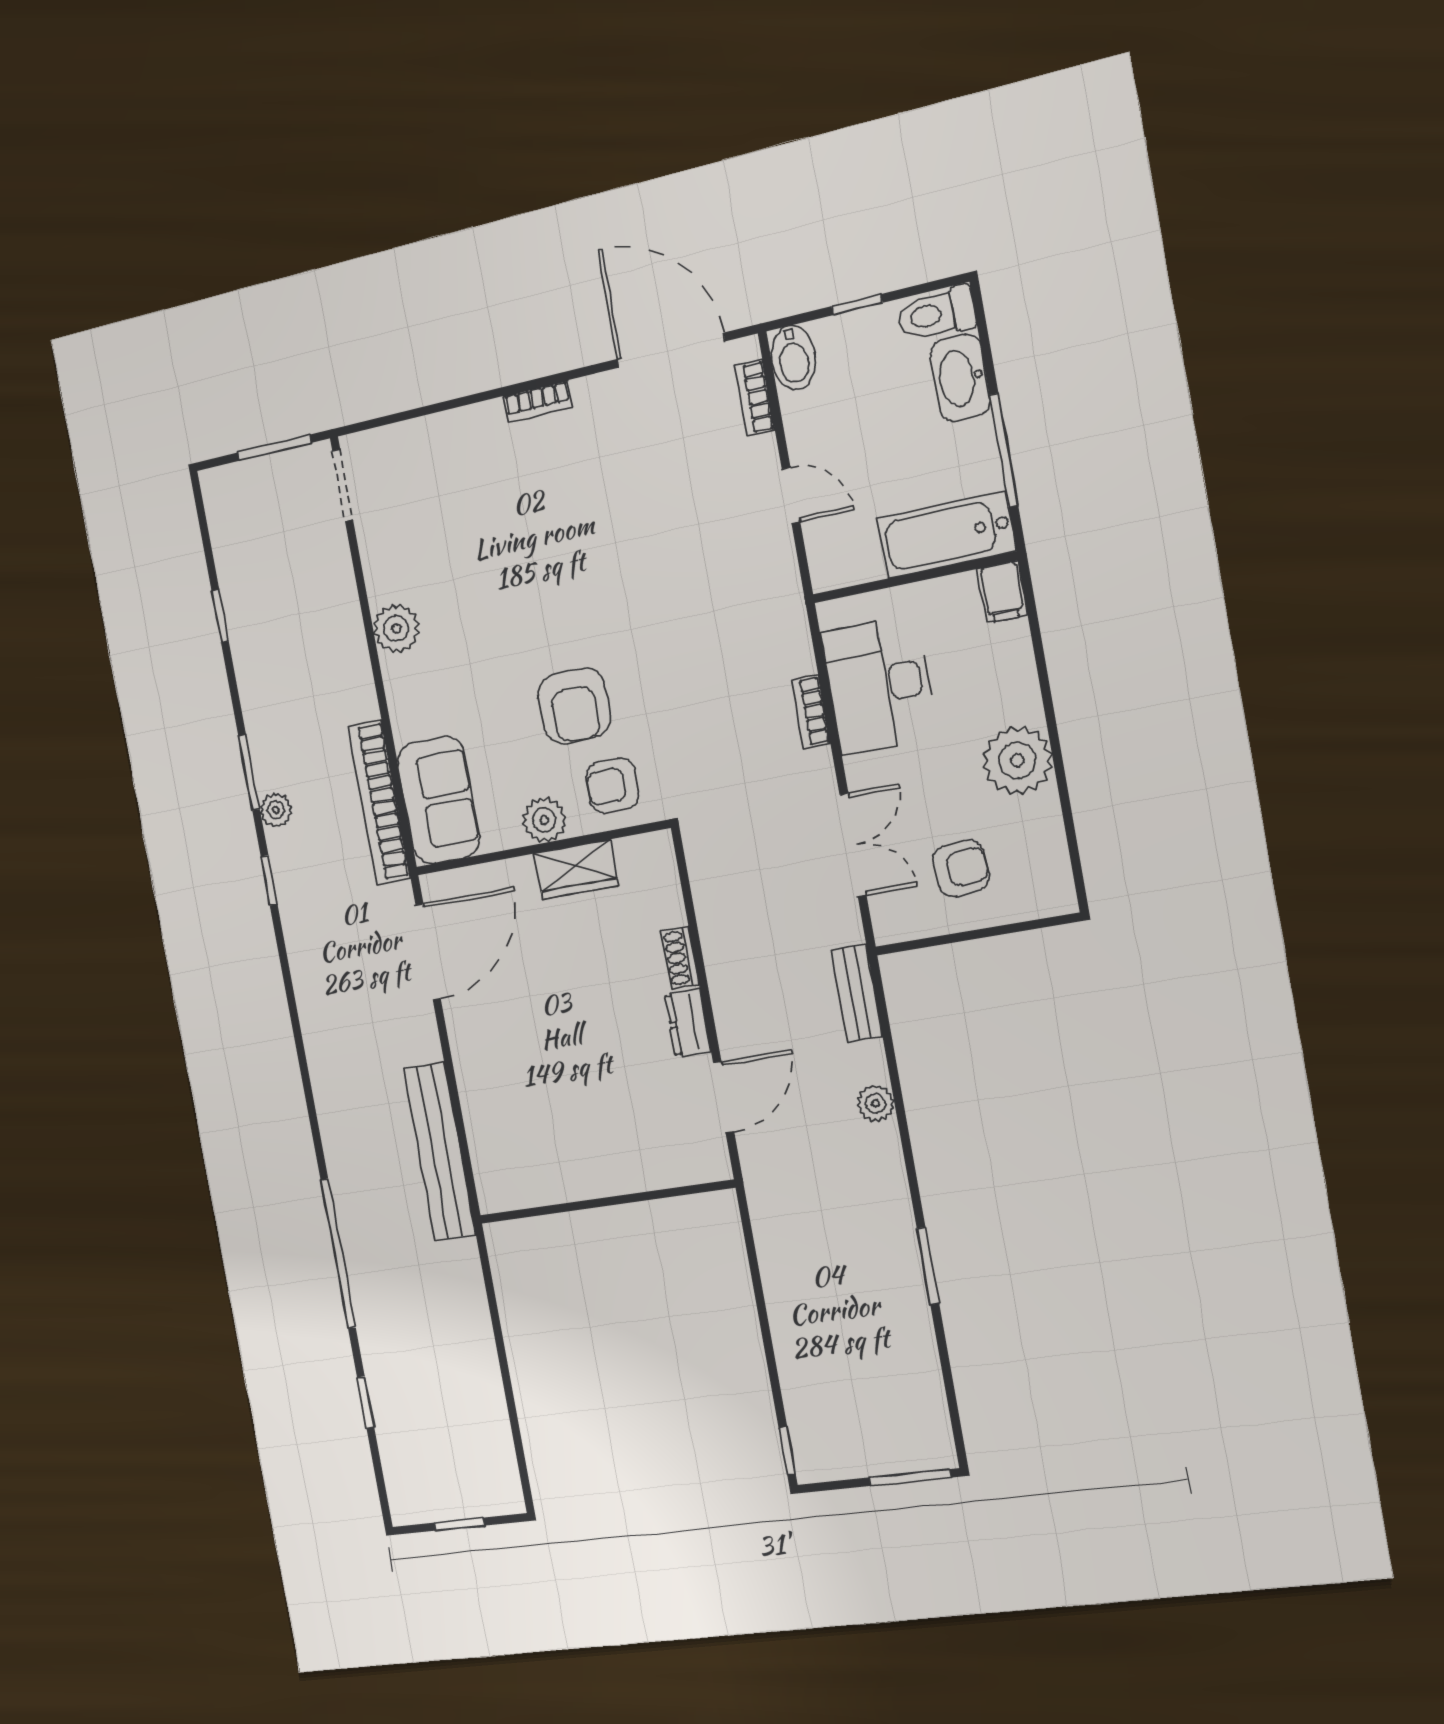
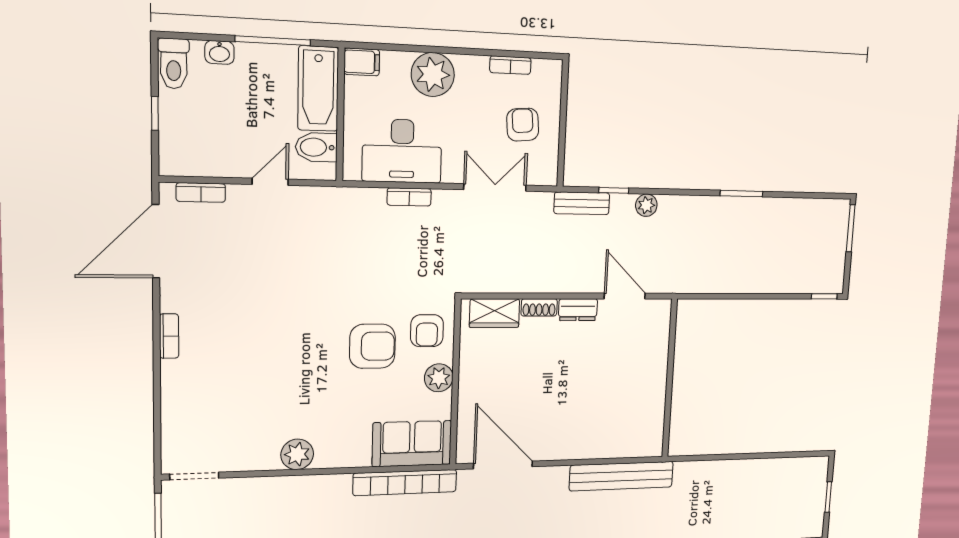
bidet: (793, 358) -> (316, 147), moved, turned 180
washbasin: (960, 378) -> (219, 52), width x0.52, depth x0.69
plant: (1017, 760) -> (433, 75), moved
bookcase: (1051, 828) -> (510, 65), added
wardrobe: (576, 869) -> (495, 313), moved, turned 90
window: (888, 1043) -> (614, 190), added

